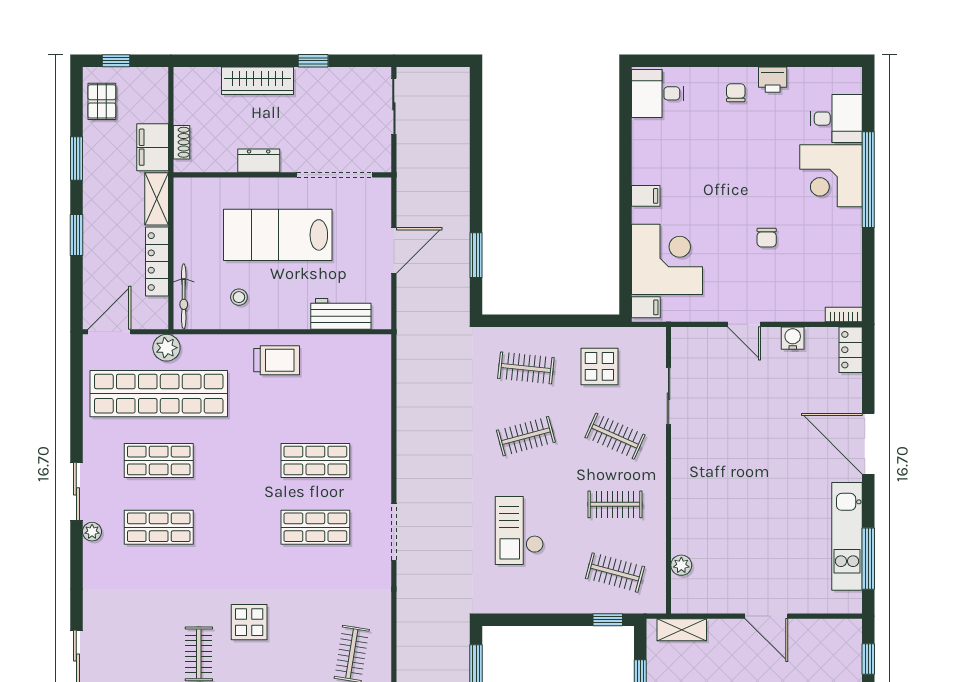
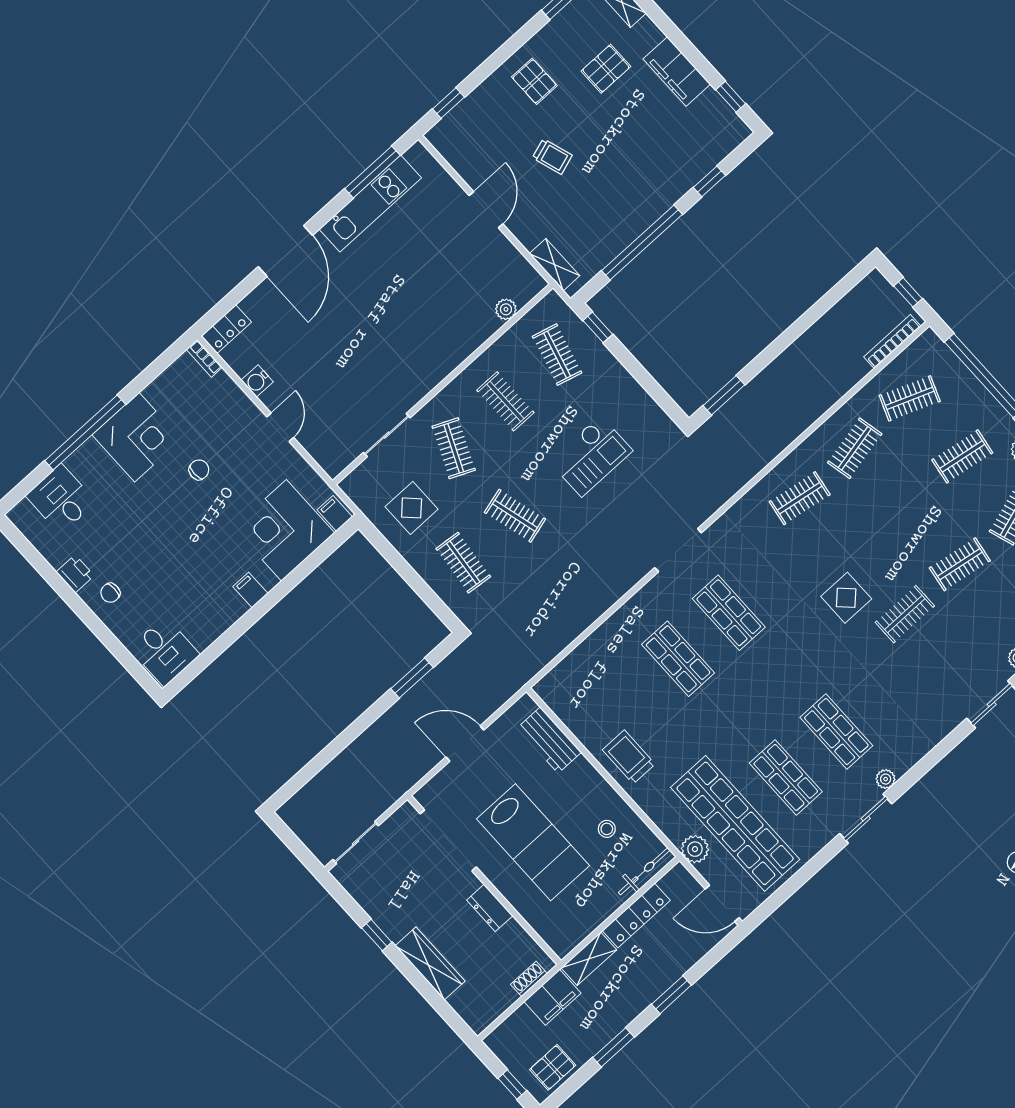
corner desk: (831, 176) -> (137, 437), moved

